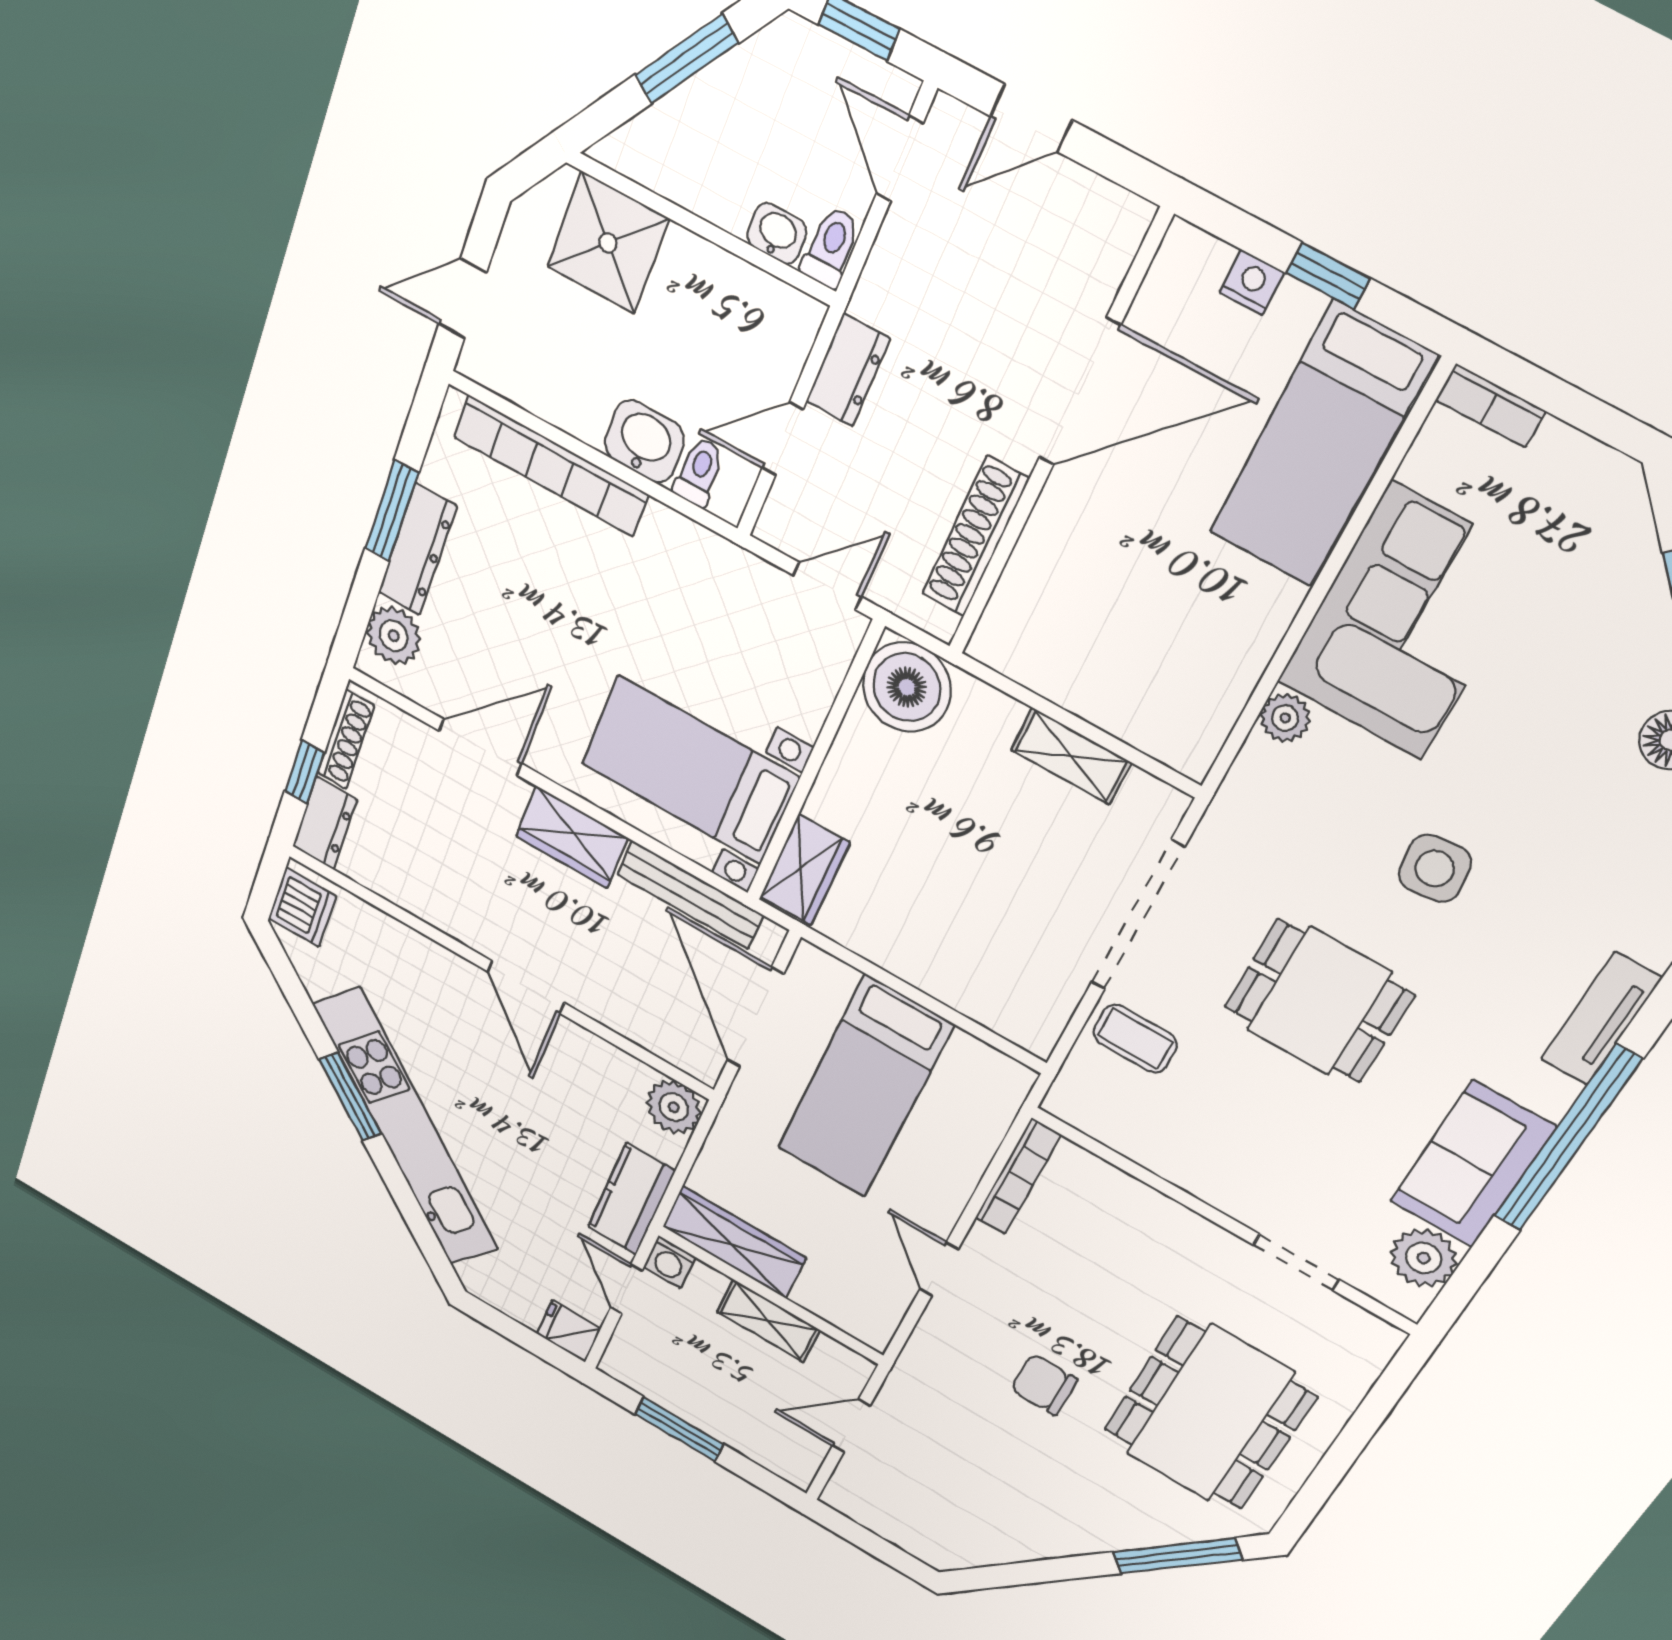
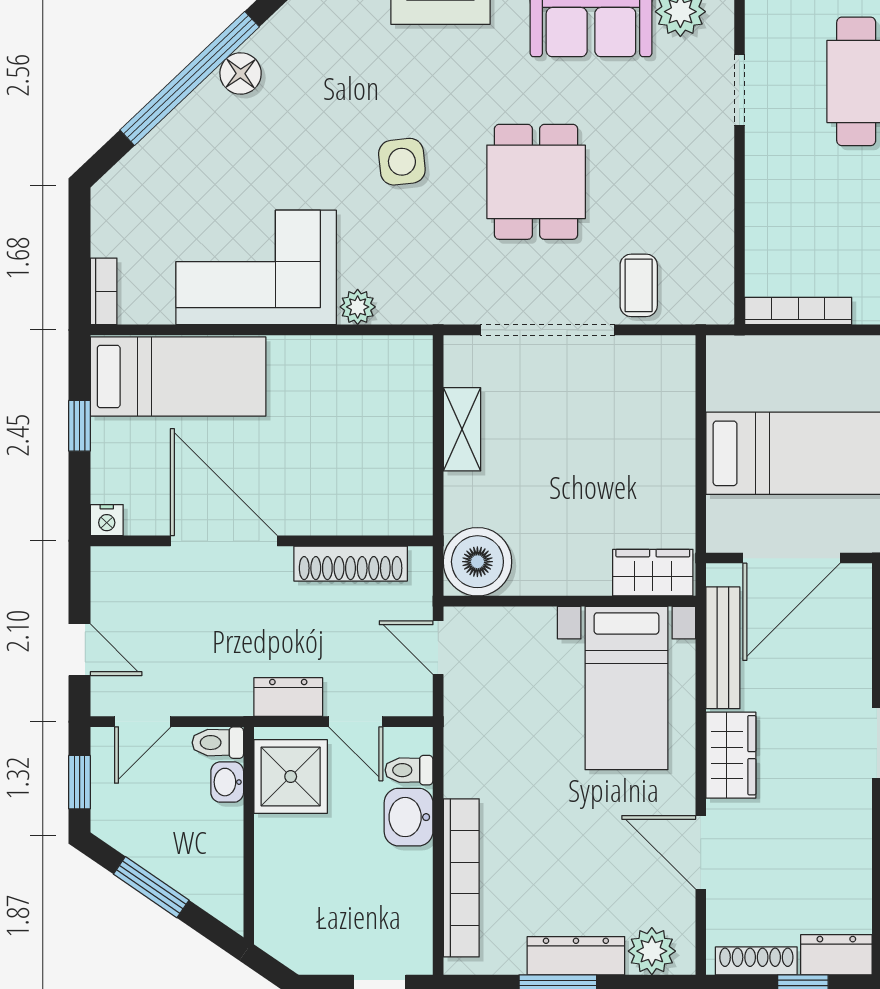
shower: (608, 243) -> (291, 777), moved
nightstand: (1252, 282) -> (107, 520), moved, turned -90

